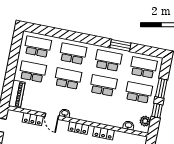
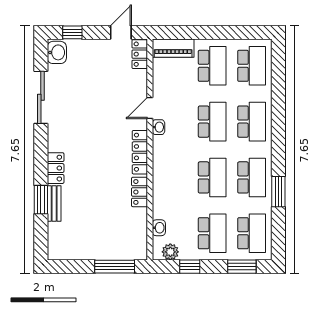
window: (161, 88) -> (242, 267), moved
locker: (33, 119) -> (140, 54), moved
locker: (78, 128) -> (140, 152), width x1.53

